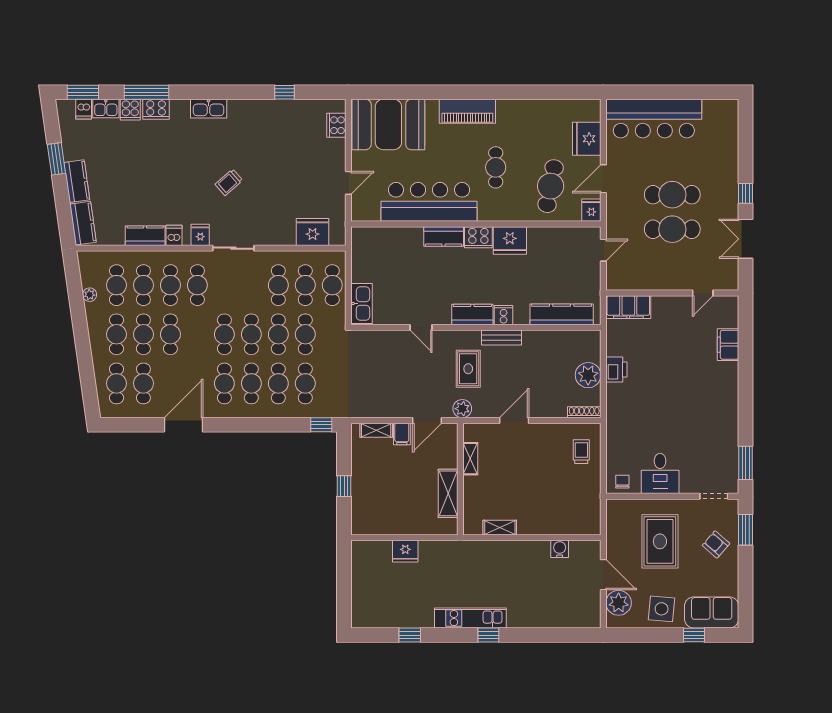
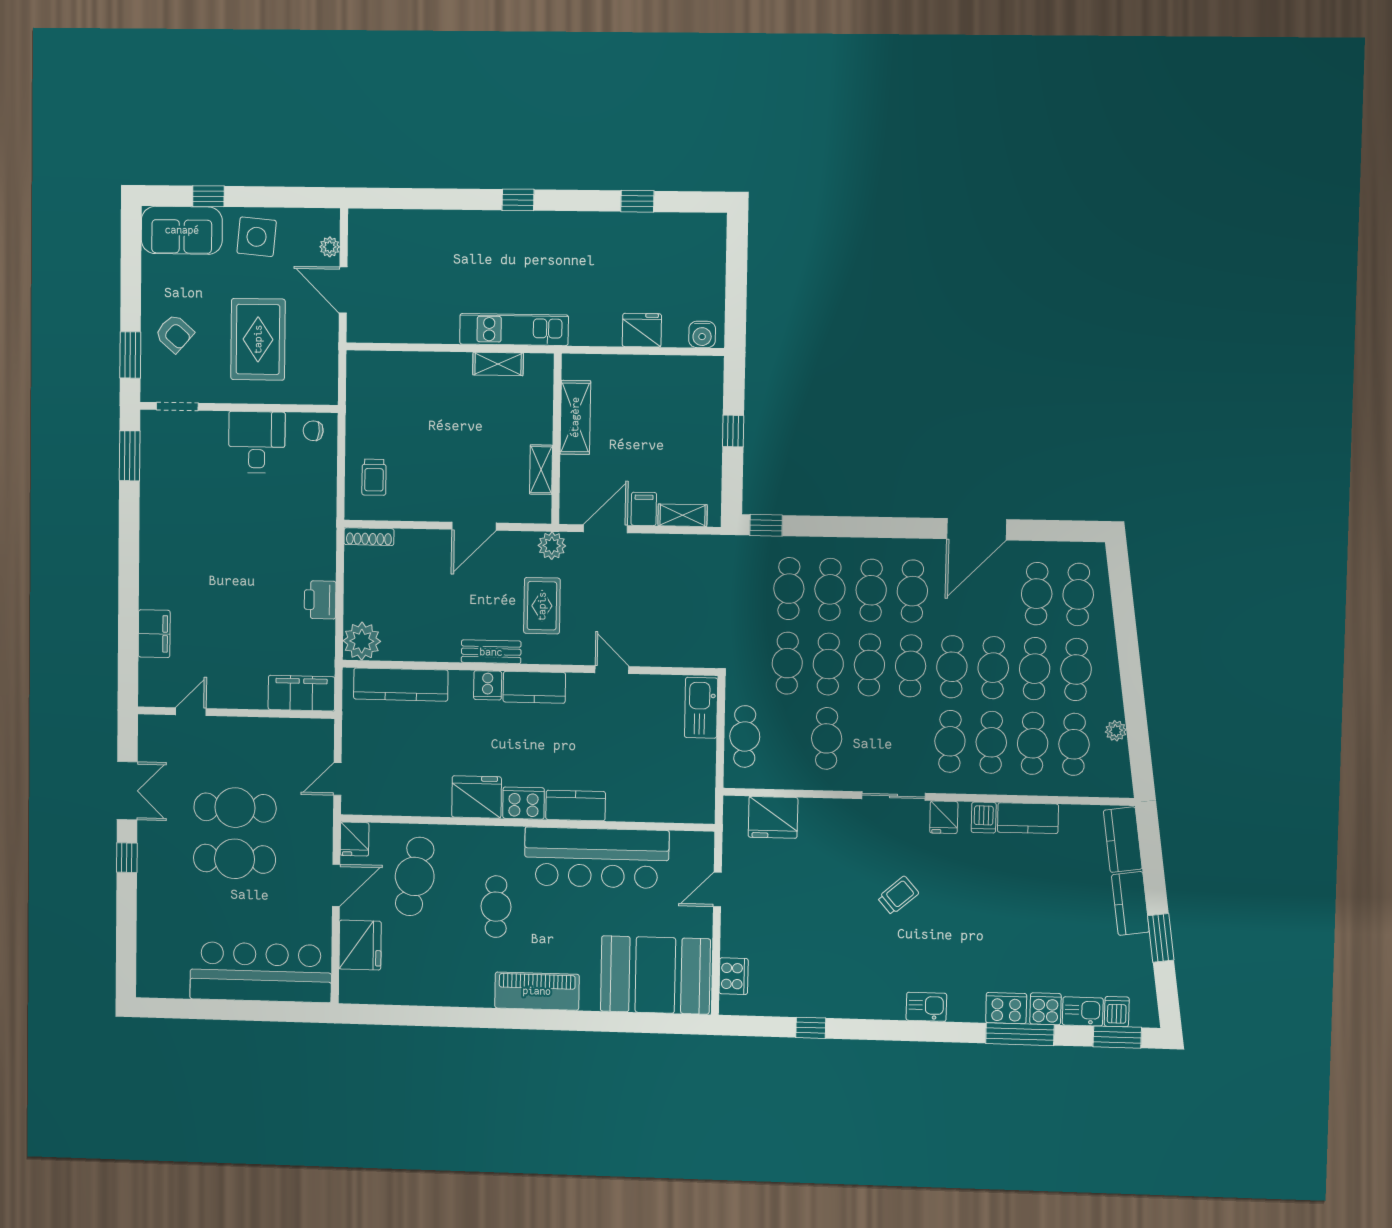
kitchen sink: (209, 109) -> (926, 1007), width x0.73
cafe table: (305, 285) -> (952, 667), moved
plant: (588, 375) -> (362, 641), moved
chair: (622, 482) -> (313, 431), turned 95
water cooler: (560, 549) -> (702, 334), moved
plant: (619, 603) -> (330, 247), width x0.53, depth x0.53
kitchen unit: (470, 618) -> (514, 330), moved, turned 180

